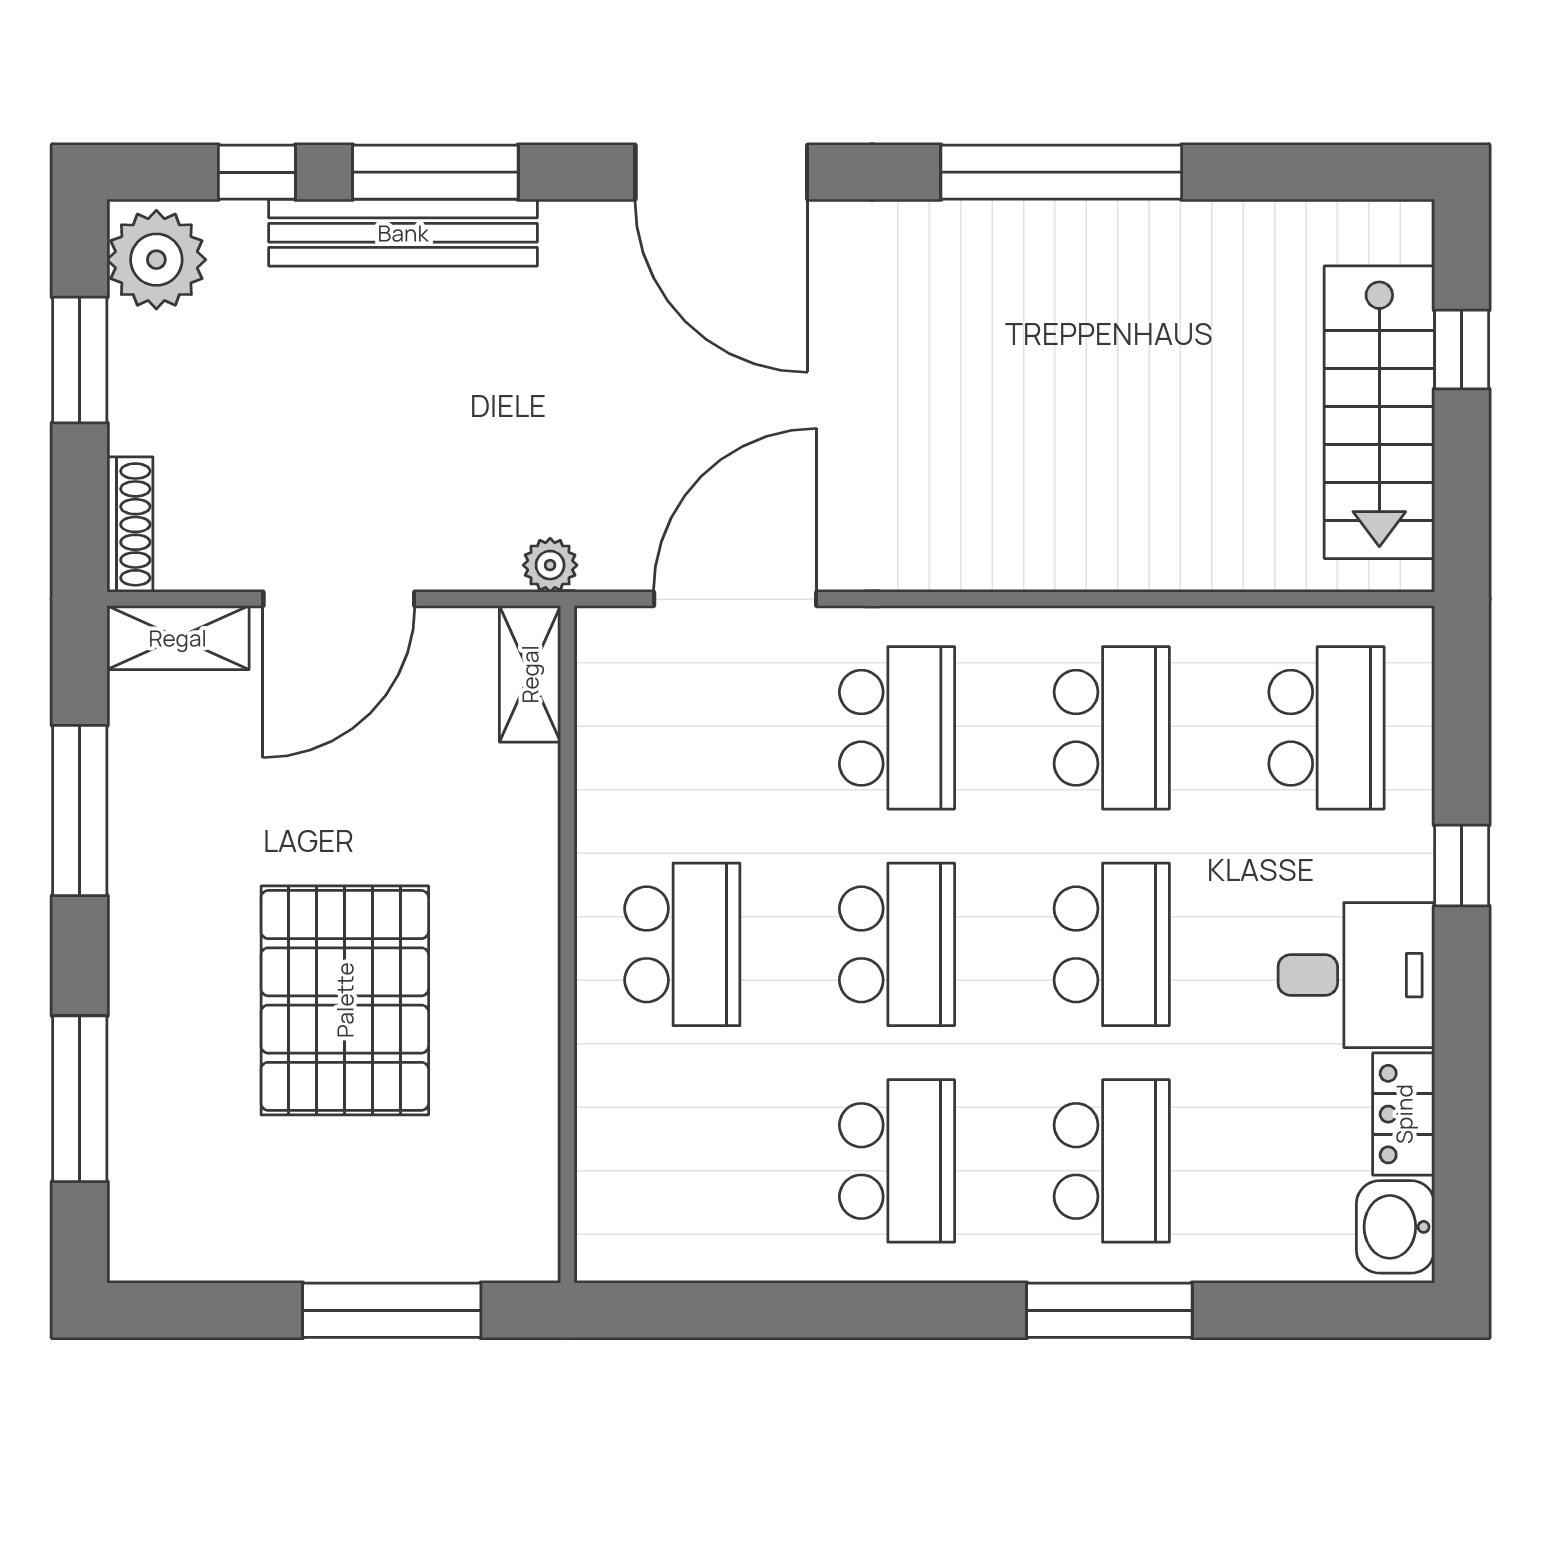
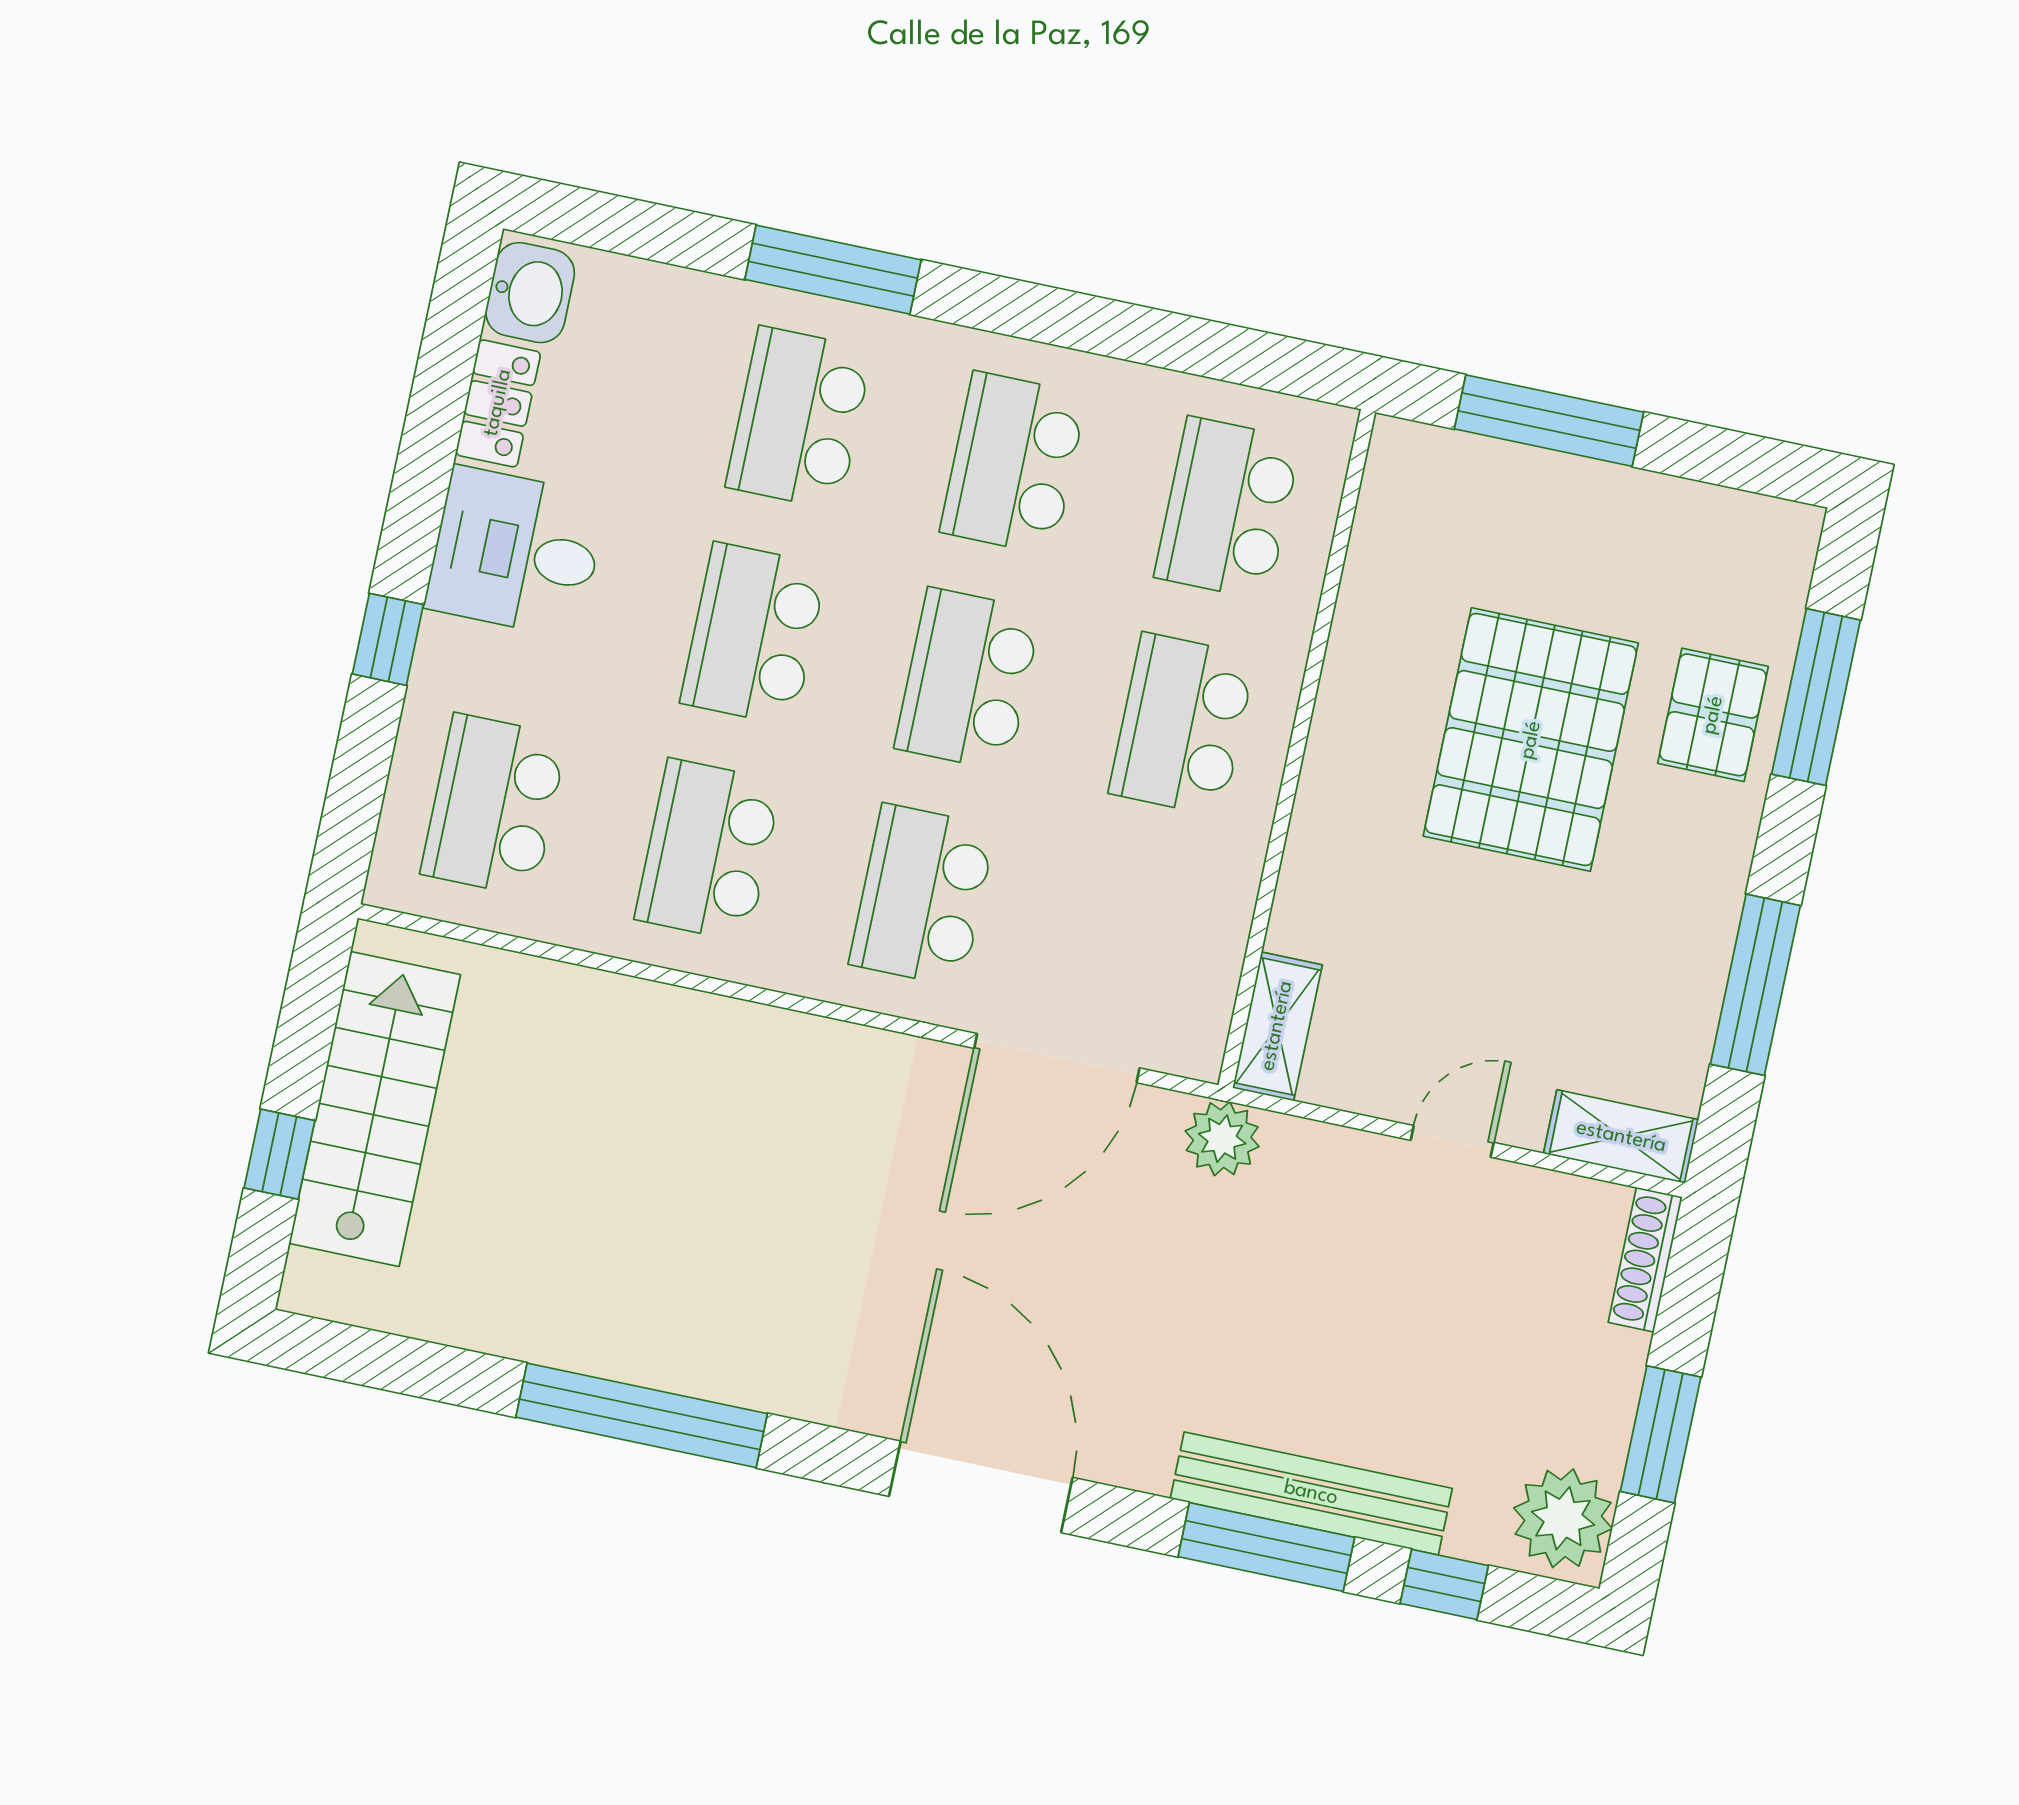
plant: (550, 565) -> (1222, 1139), width x1.38, depth x1.38
door: (339, 599) -> (1452, 1141), width x0.53
pallet: (175, 1061) -> (1713, 715), added
school desk: (682, 1161) -> (1228, 508), added

